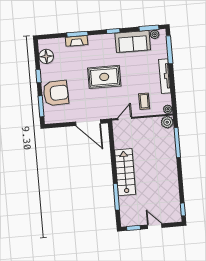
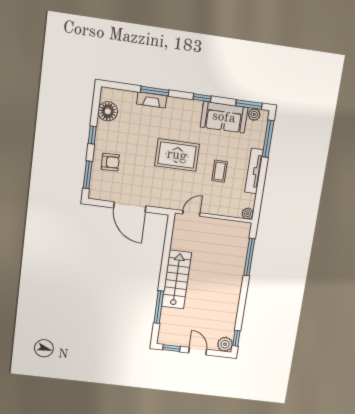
armchair: (56, 93) -> (110, 162), width x0.53, depth x0.53
coffee table: (144, 101) -> (220, 171), moved
plant: (167, 122) -> (225, 344), moved
door: (88, 123) -> (130, 207), moved

